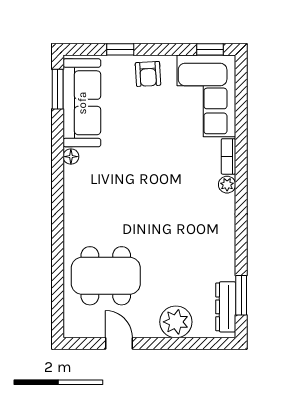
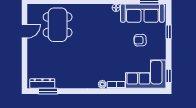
armchair: (148, 74) -> (140, 40), moved
plant: (176, 322) -> (35, 59), removed

